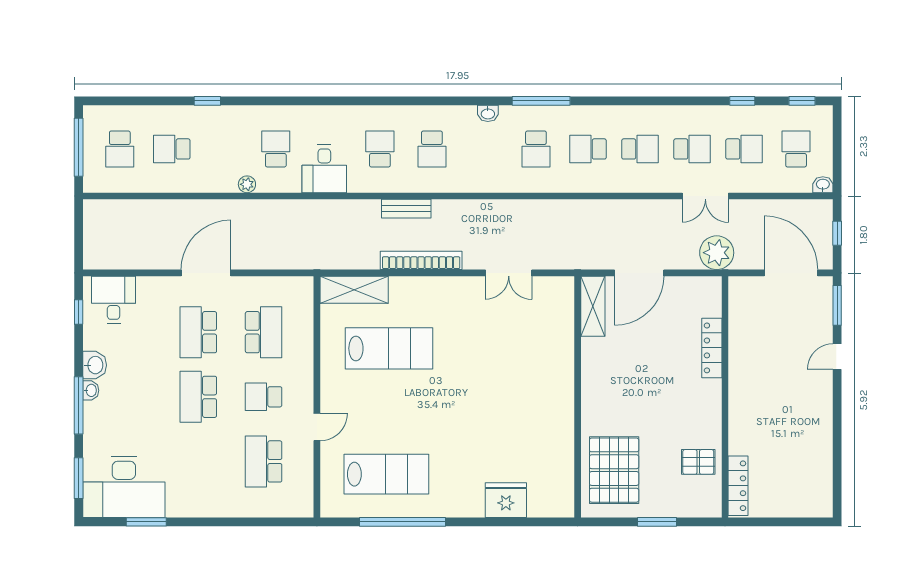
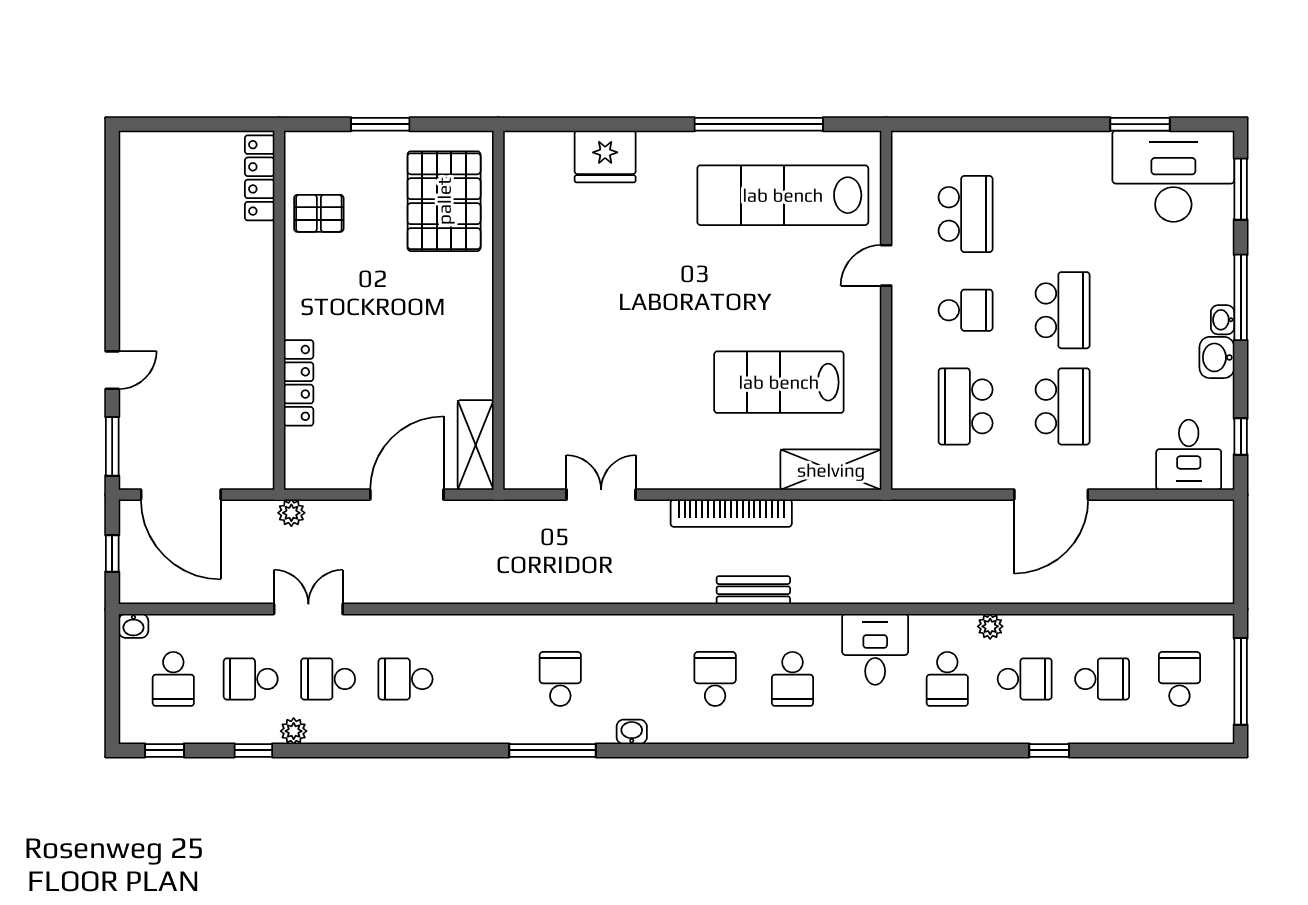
plant: (715, 114) -> (294, 731), added
school desk: (588, 149) -> (1025, 679), moved
plant: (717, 253) -> (291, 513), width x0.53, depth x0.53
lab bench: (386, 474) -> (783, 195), width x1.36

